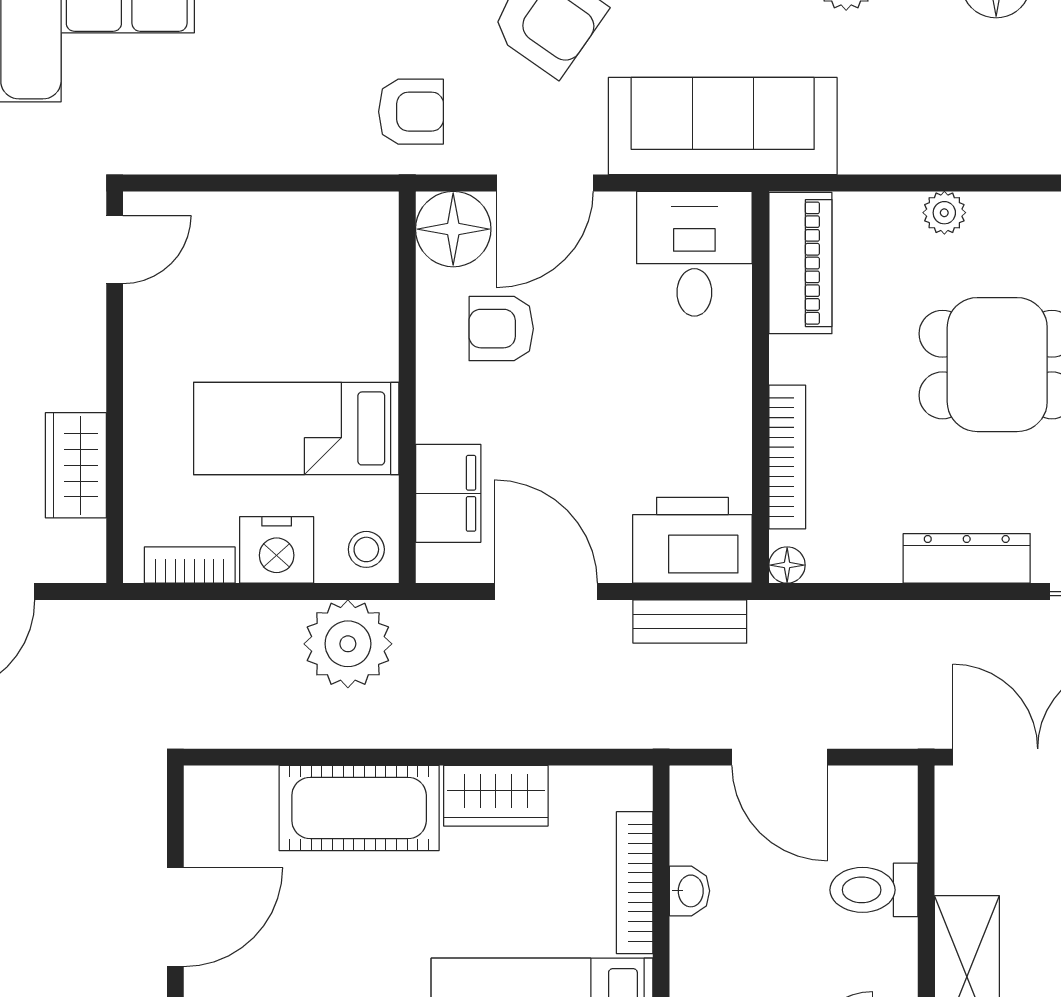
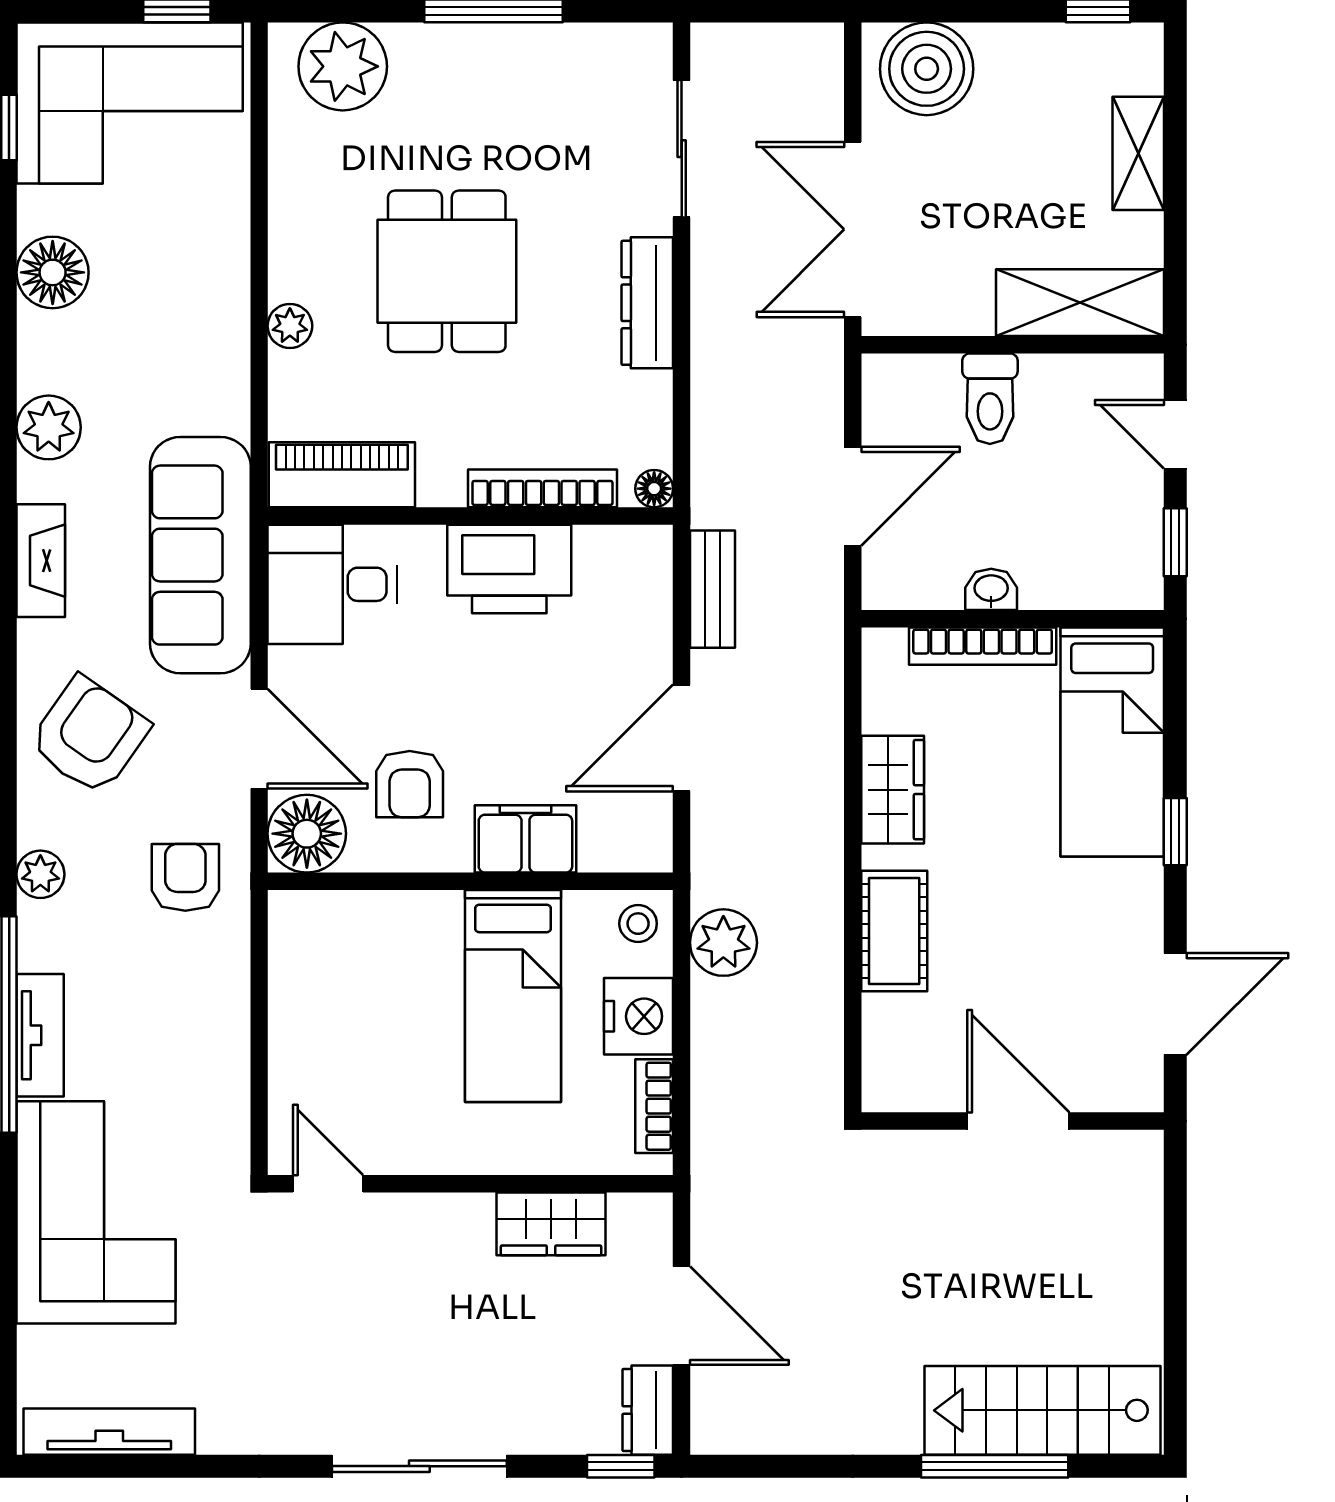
filing cabinet: (448, 493) -> (525, 839), moved
printer: (692, 540) -> (509, 569), moved, turned -90
plant: (348, 644) -> (723, 943), width x0.73, depth x0.73
cot: (359, 808) -> (894, 931), width x0.73, depth x0.75

